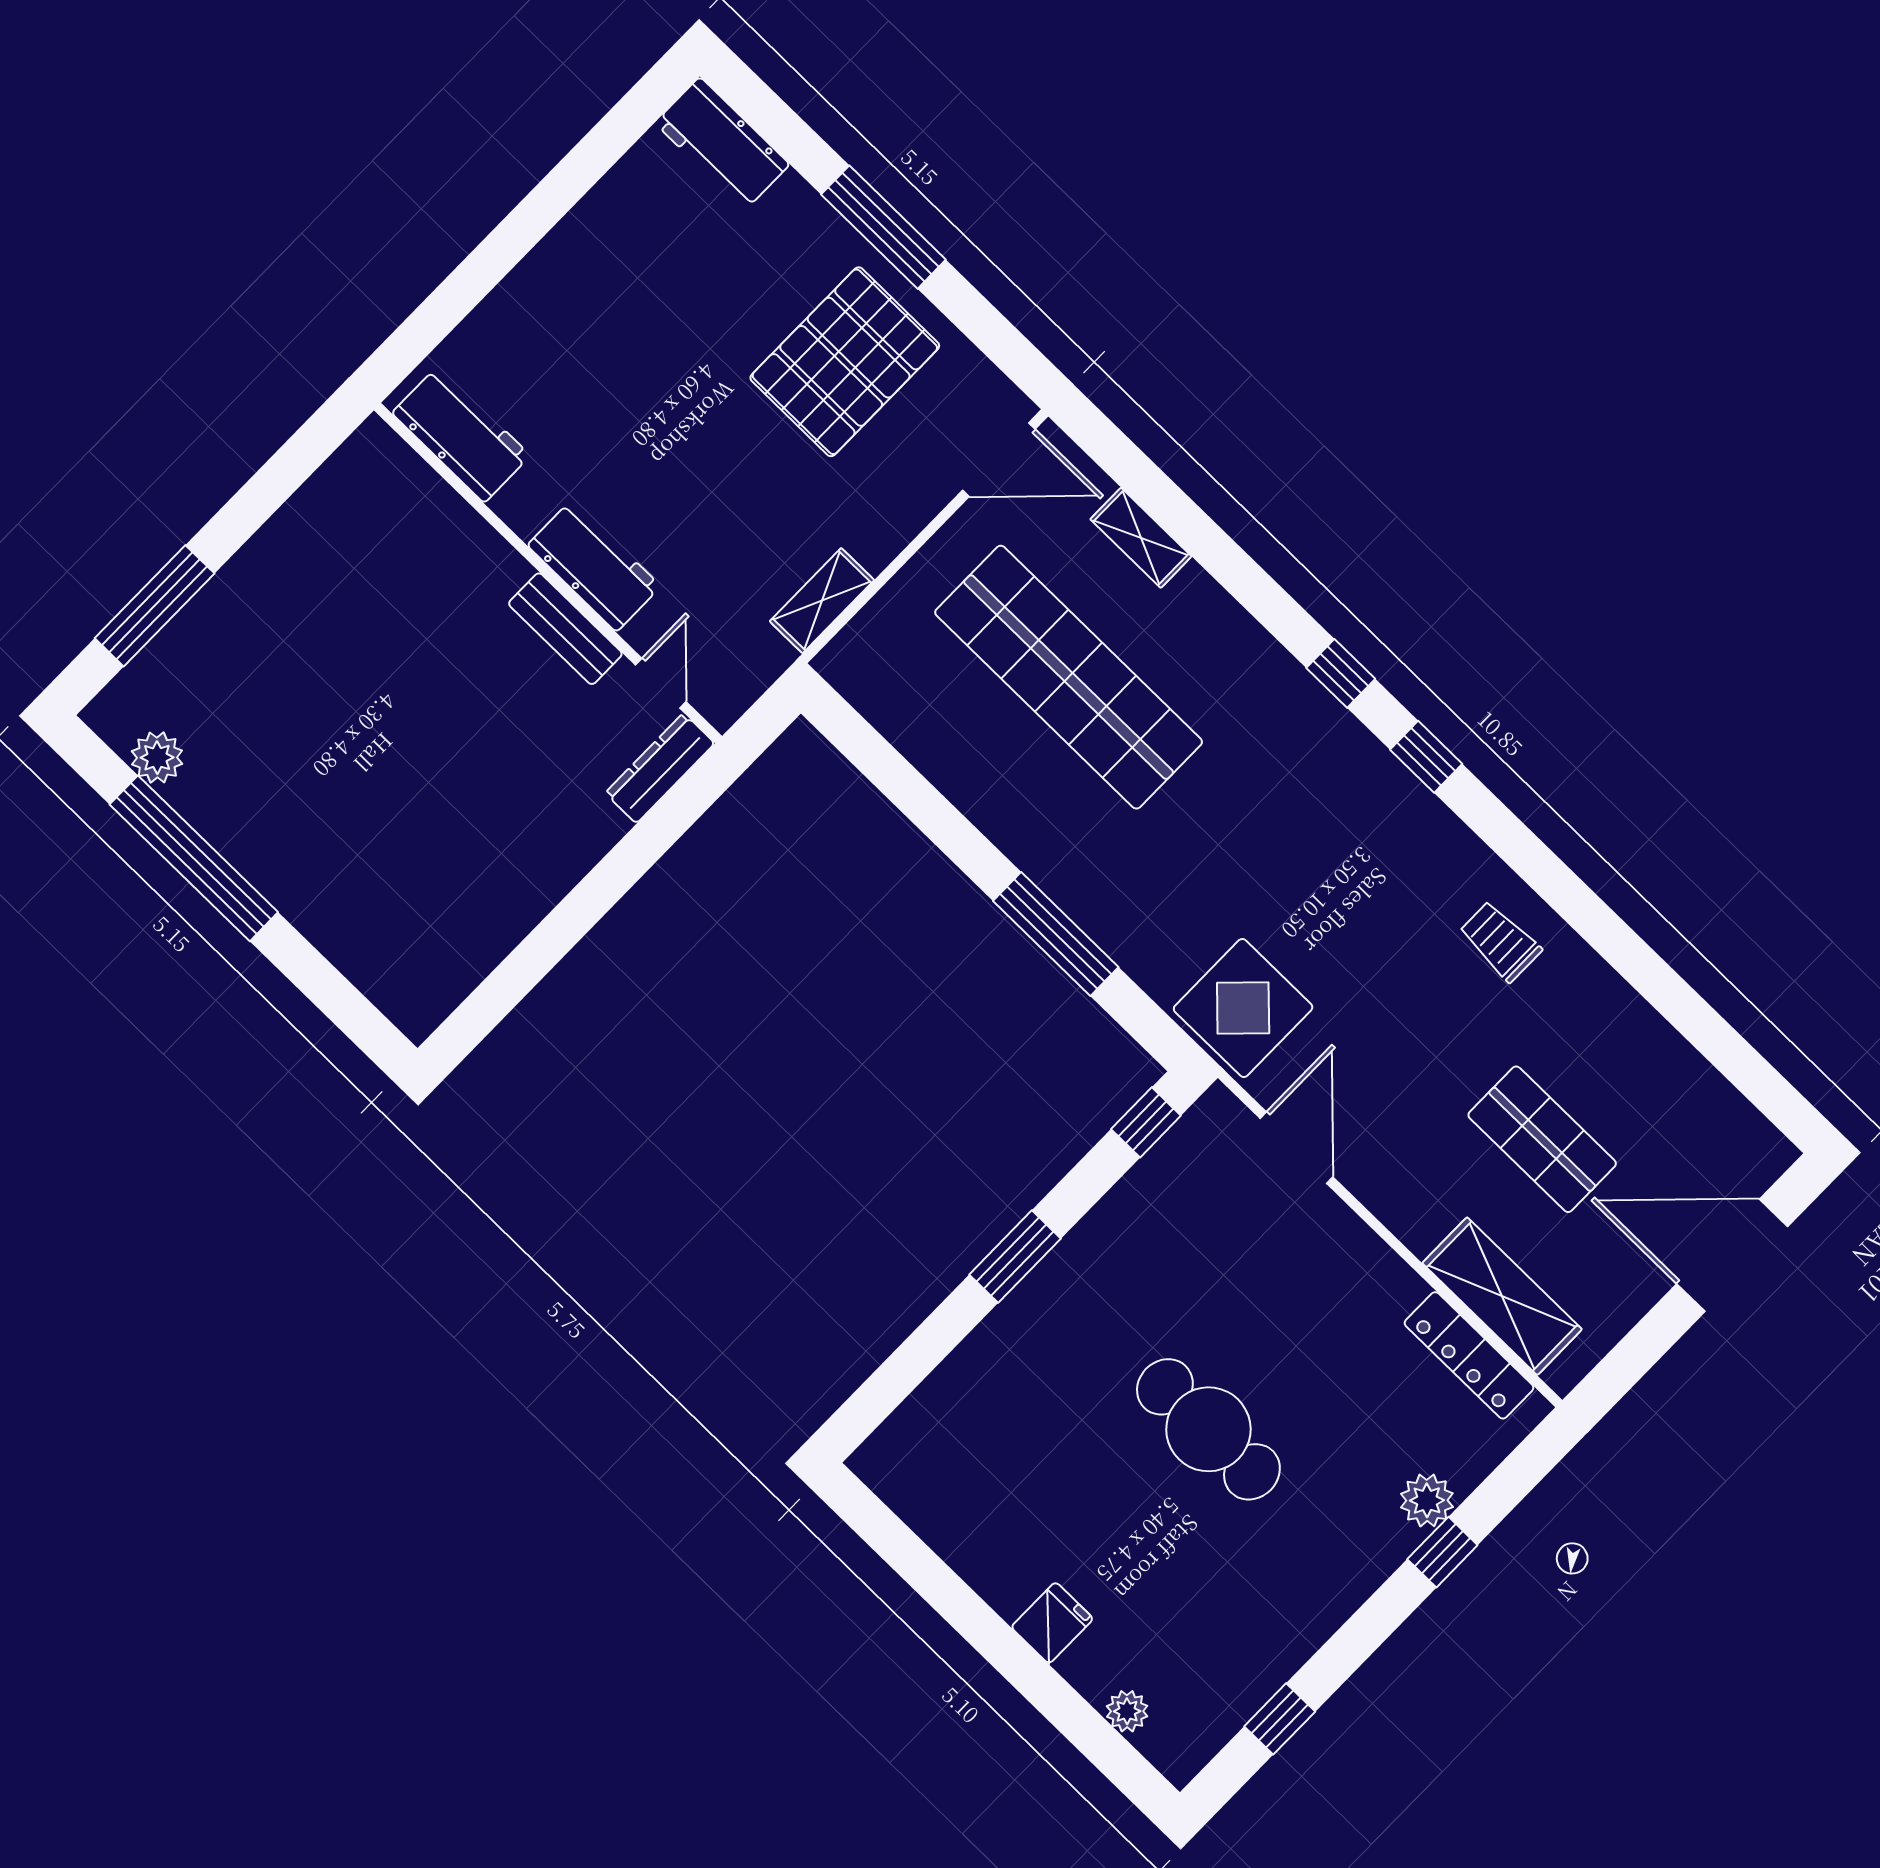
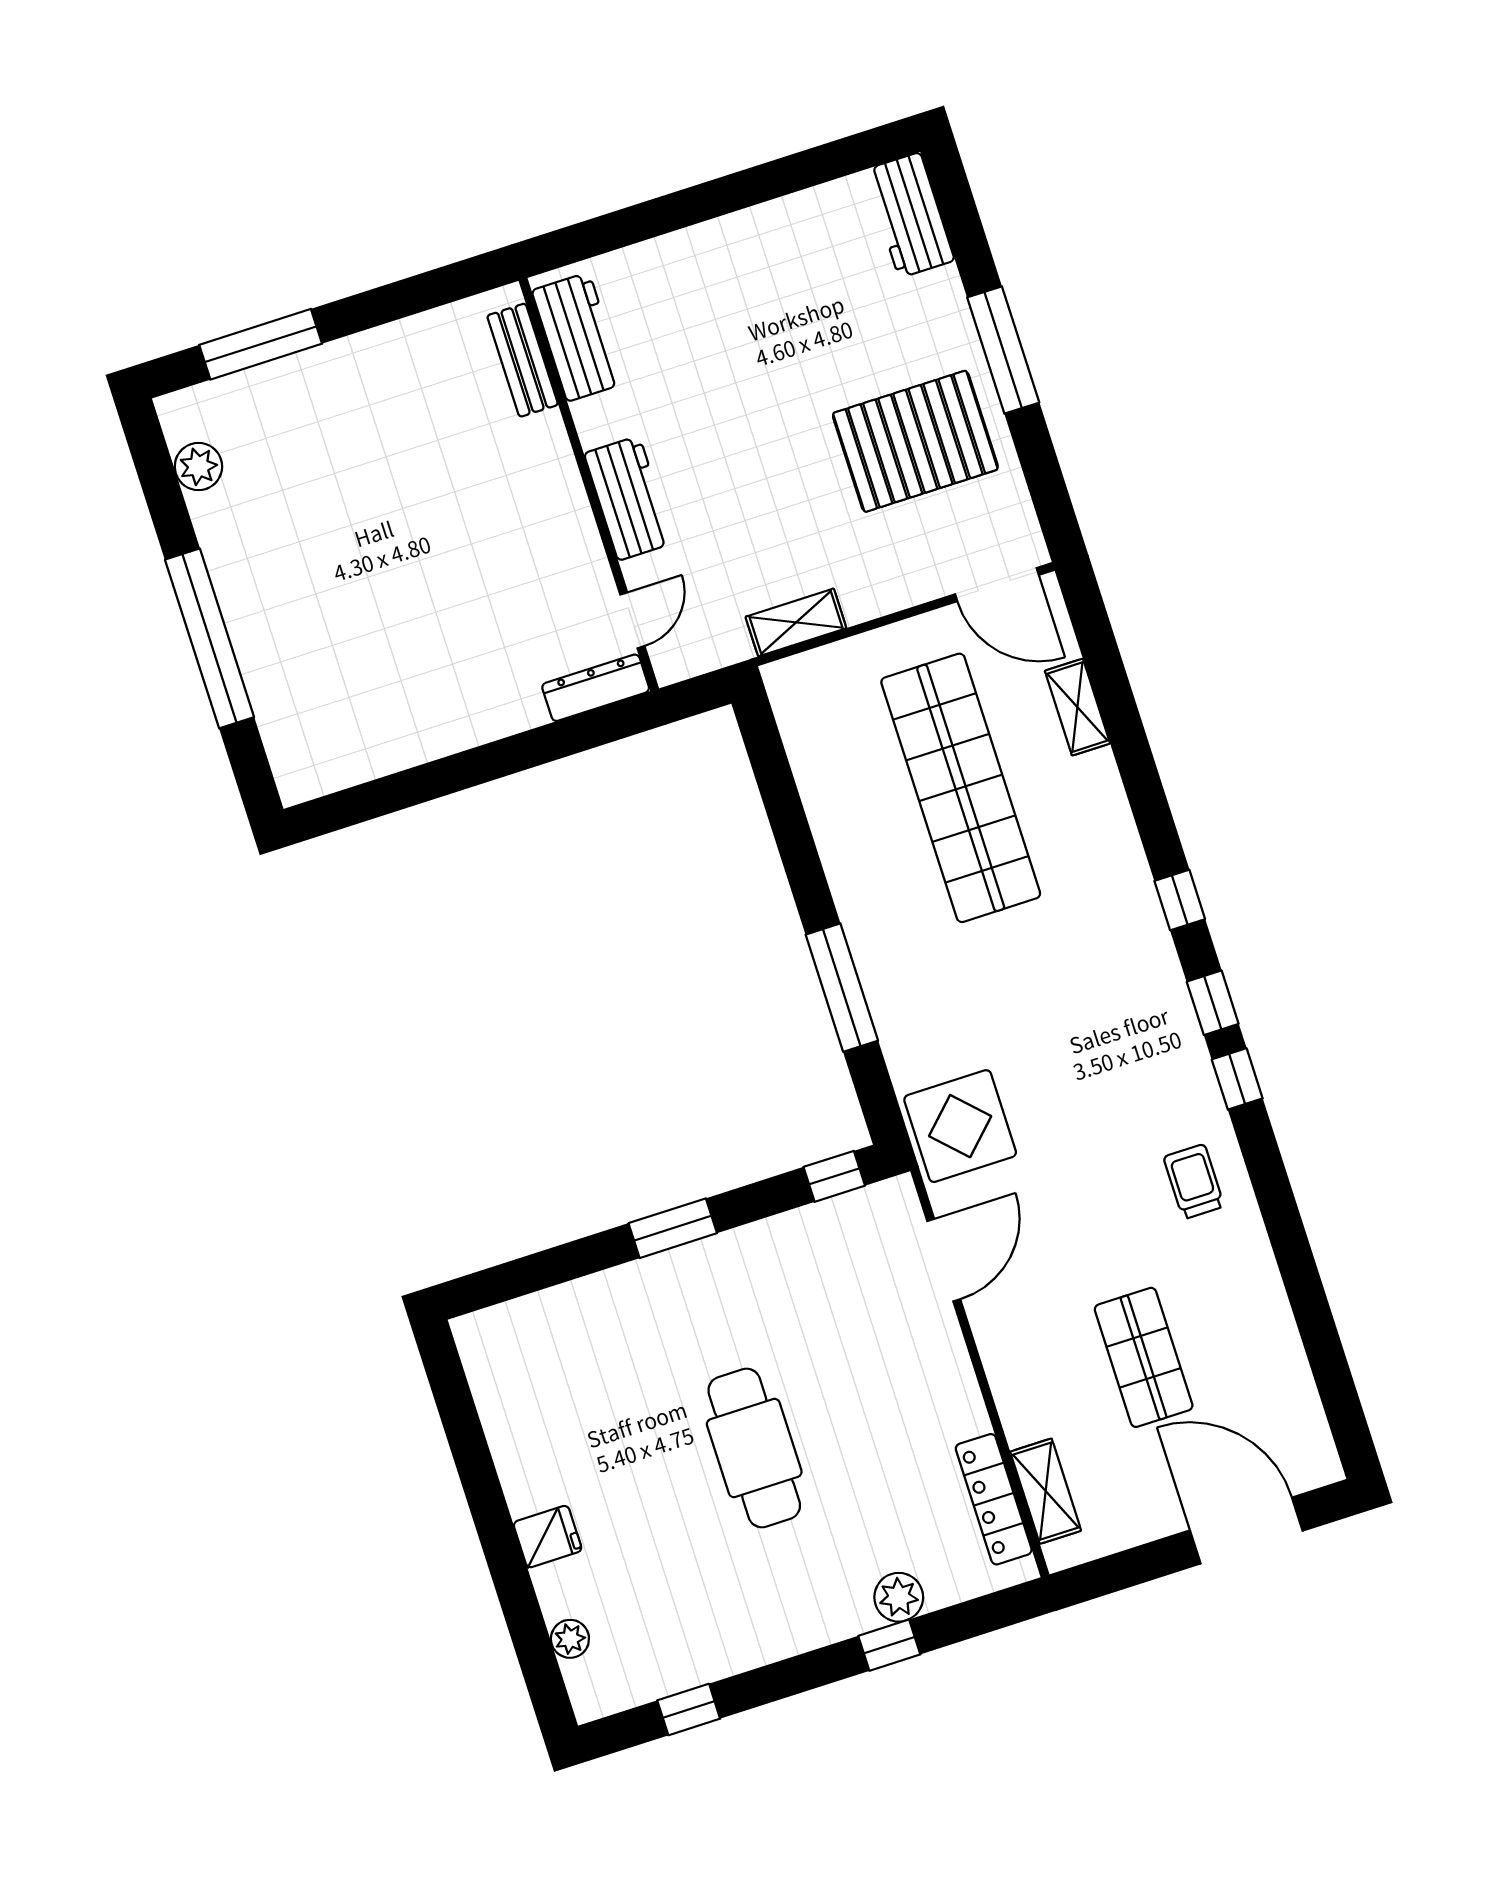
bench: (565, 629) -> (523, 360), moved
window: (1490, 819) -> (1237, 1079), added
window: (194, 858) -> (210, 638), moved
shelving: (1502, 1296) -> (1046, 1491), width x0.67, depth x0.75

